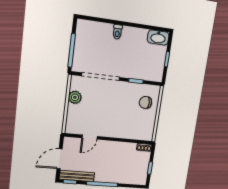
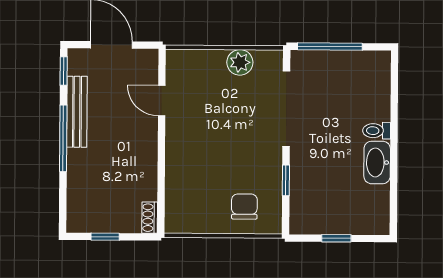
washbasin: (158, 37) -> (377, 162), moved
bench: (77, 176) -> (77, 112), moved

